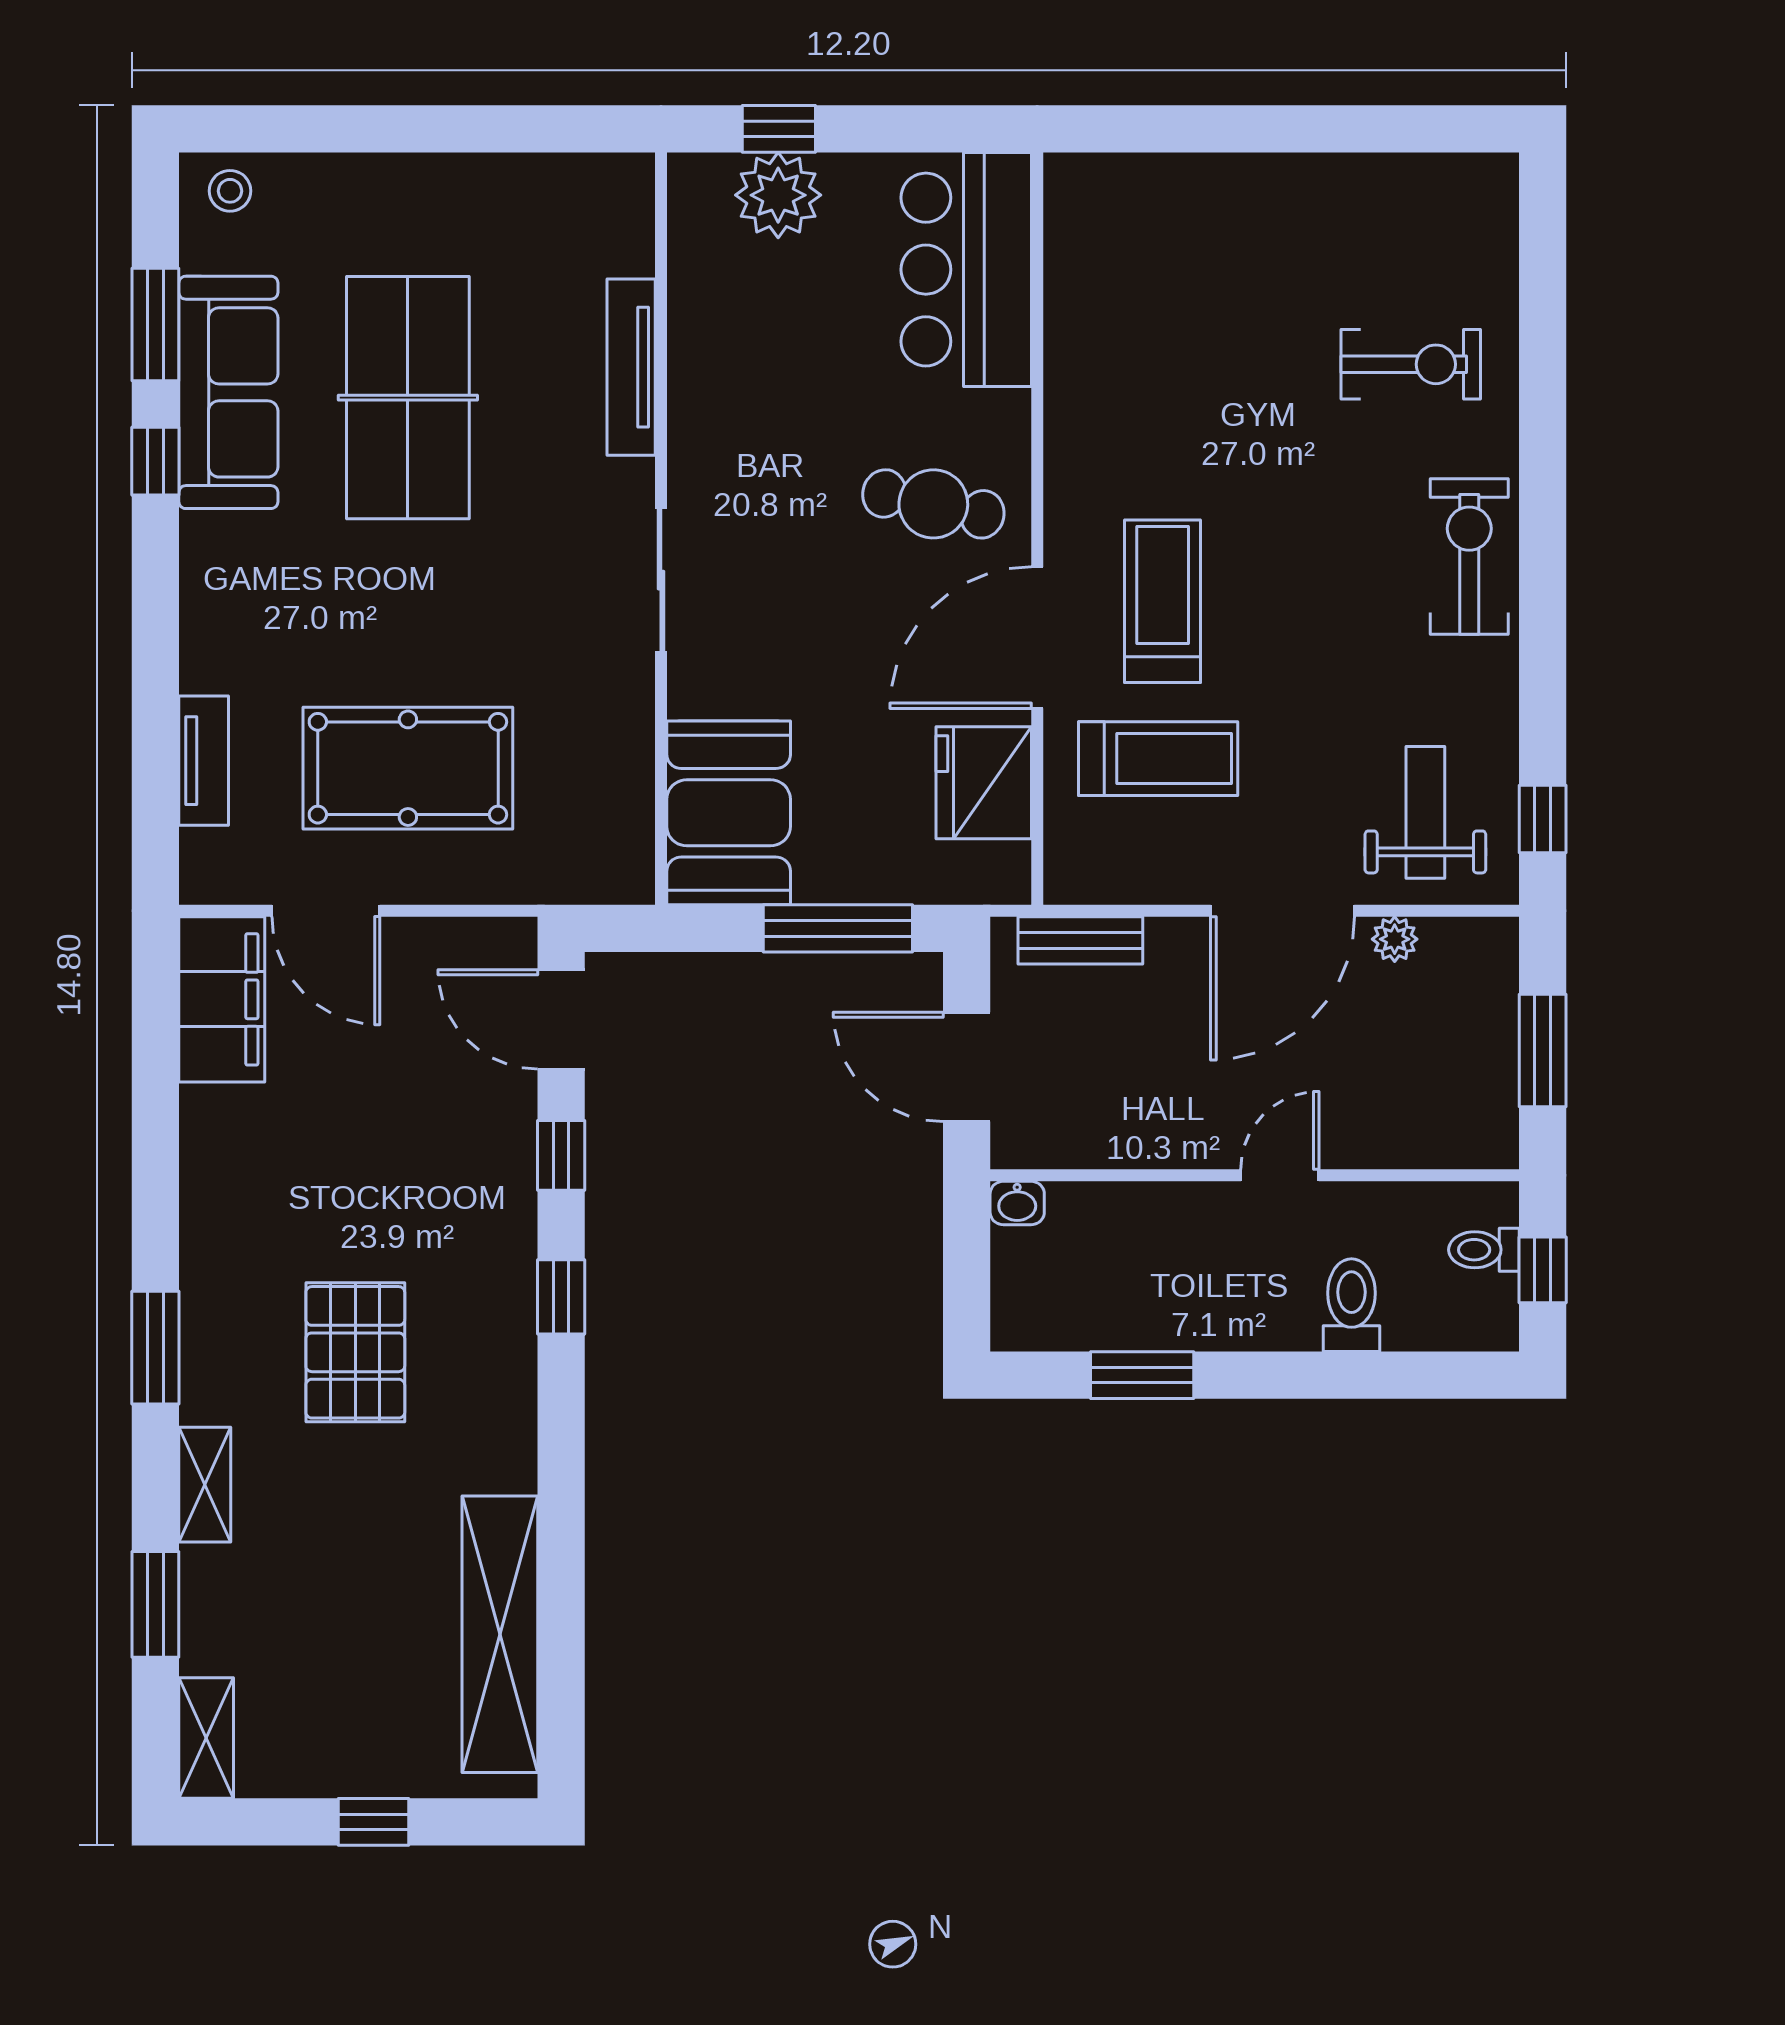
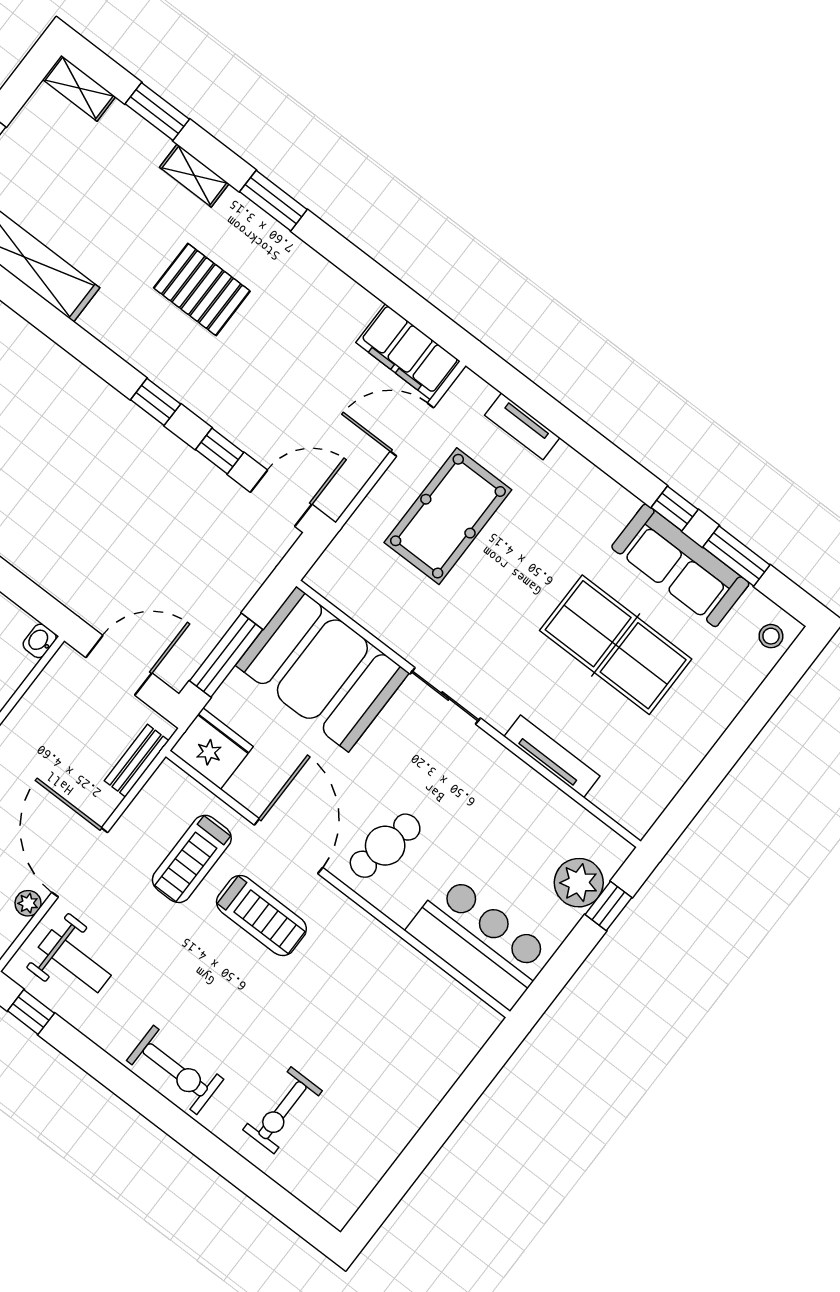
fridge: (984, 783) -> (212, 749), moved
booth: (729, 813) -> (322, 669), width x1.36, depth x1.42

